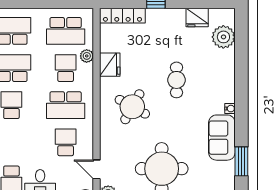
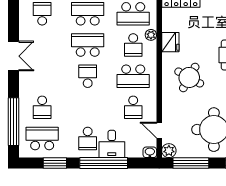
school desk: (66, 68) -> (133, 45), turned 180
school desk: (66, 142) -> (133, 107), turned 180

